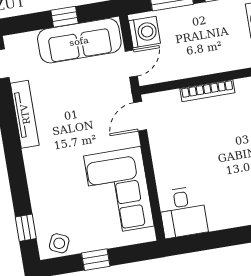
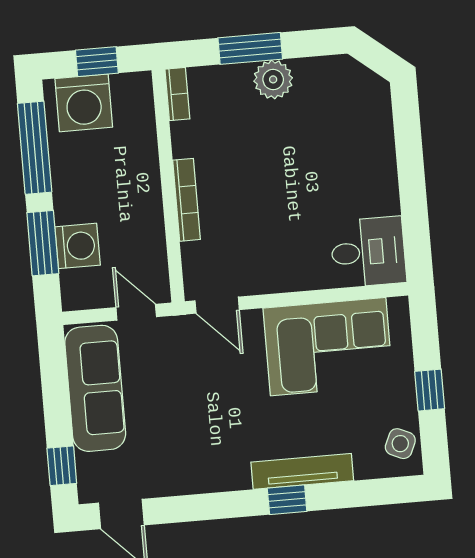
window: (65, 17) -> (62, 466), moved
washing machine: (144, 32) -> (78, 246), moved, turned 90
tv unit: (25, 114) -> (302, 471), moved
window: (26, 228) -> (287, 500), moved

